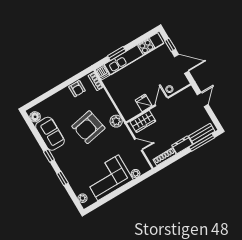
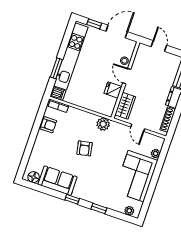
armchair: (88, 127) -> (85, 148), width x0.53, depth x0.53
door: (138, 145) -> (138, 128), swing flipped

